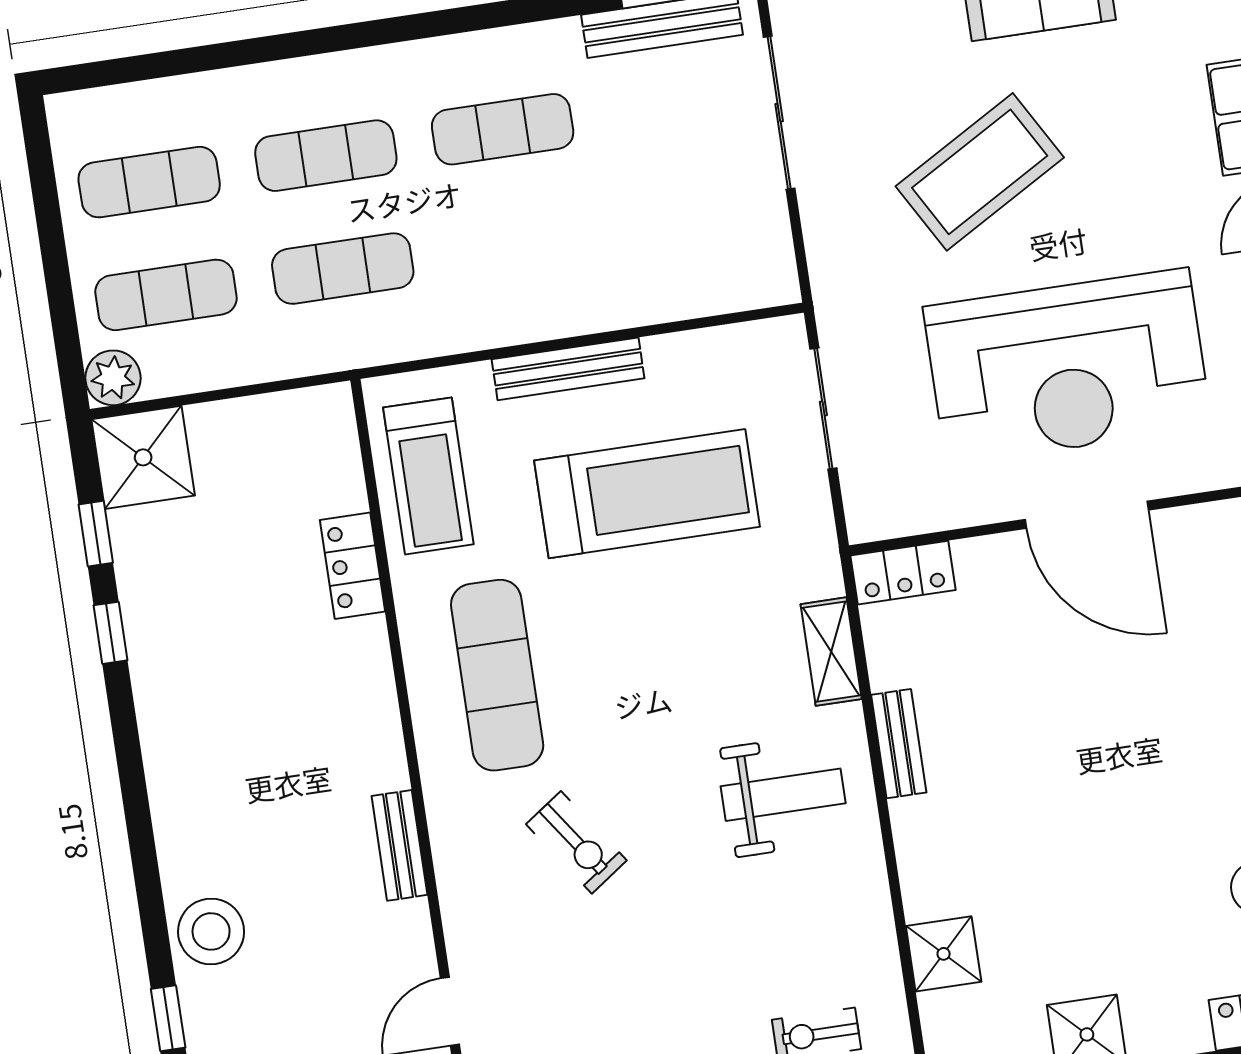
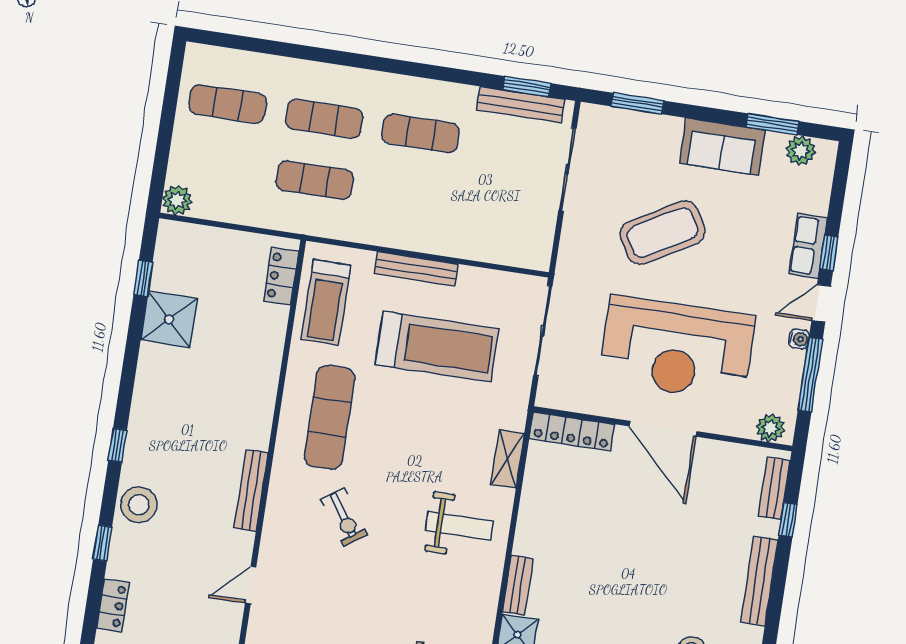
exercise mat: (166, 295) -> (218, 165), removed
sliding door: (823, 409) -> (543, 331), width x1.37
shower: (143, 457) -> (169, 319), moved
locker: (352, 566) -> (281, 276), moved
locker: (903, 573) -> (572, 431), width x1.53
window: (111, 633) -> (118, 445), moved
bench: (899, 744) -> (518, 585), moved
bench: (399, 845) -> (251, 490), width x1.36

